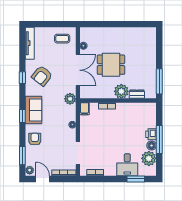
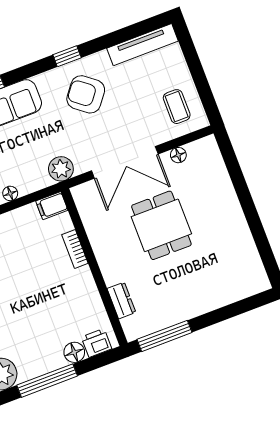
plant: (121, 91) -> (115, 267), removed
printer: (151, 134) -> (97, 343), moved
floor lamp: (152, 146) -> (74, 352), moved

